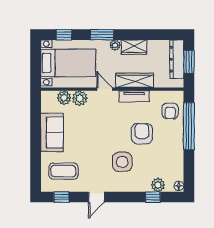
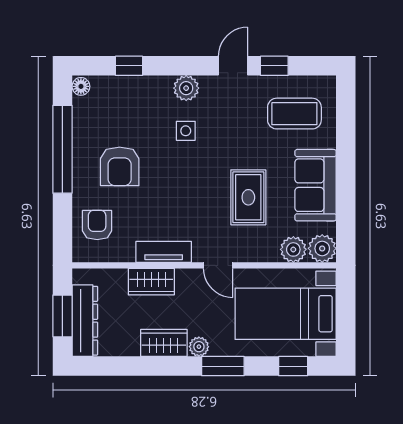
wardrobe: (135, 80) -> (151, 282), width x0.67
plant: (80, 98) -> (322, 248), moved
rug: (88, 126) -> (248, 197), added
window: (189, 126) -> (62, 149), moved
armchair: (142, 134) -> (120, 166), moved
side table: (122, 162) -> (186, 131), width x0.54, depth x0.54
plant: (158, 185) -> (186, 88), moved
window: (61, 197) -> (274, 66), moved

